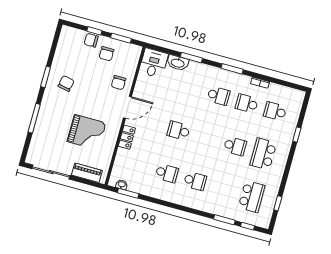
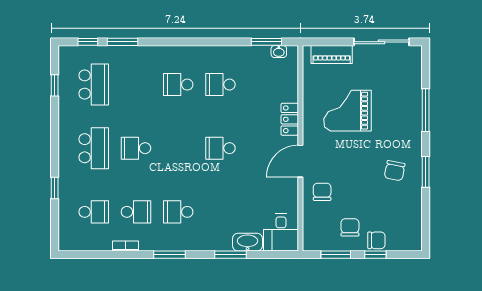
school desk: (179, 131) -> (220, 148), turned 180
school desk: (252, 197) -> (94, 85), turned 180

